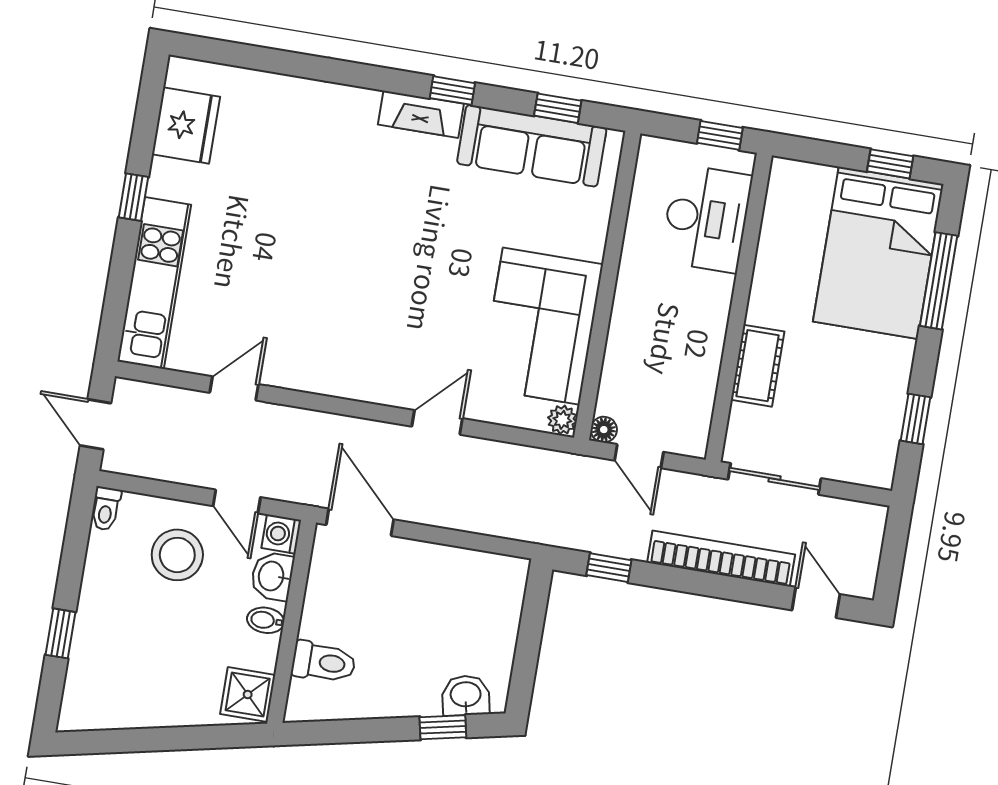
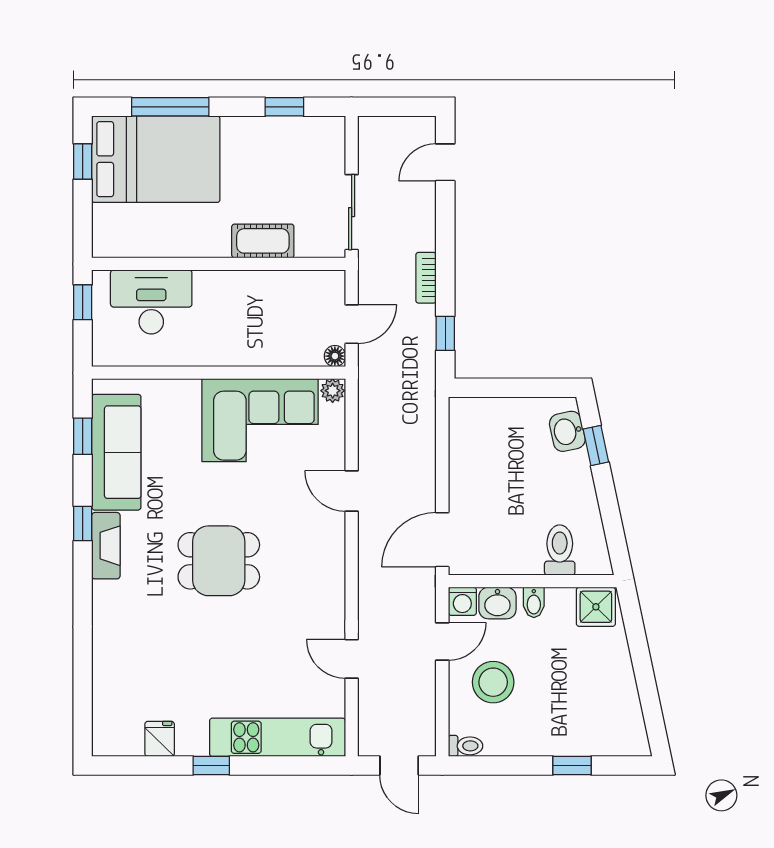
fridge: (186, 125) -> (160, 739), width x0.53, depth x0.75
dining table: (380, 248) -> (219, 561), added
door: (95, 424) -> (399, 766), hinge flipped
bookcase: (721, 559) -> (426, 278), width x0.43, depth x0.76

